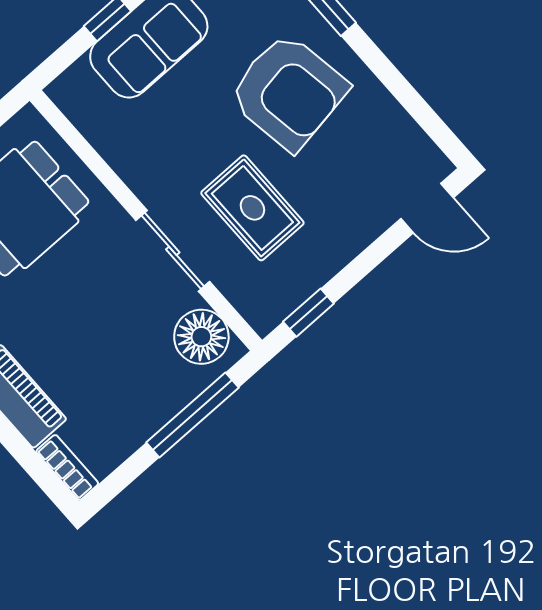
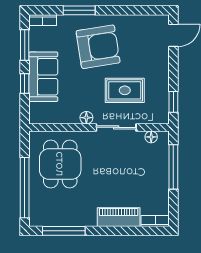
floor lamp: (144, 183) -> (86, 118), added
floor lamp: (201, 337) -> (151, 137), width x0.53, depth x0.53

